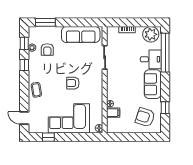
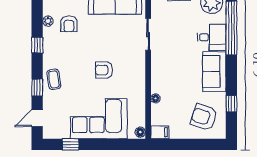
window: (24, 43) -> (37, 88), moved
filing cabinet: (113, 113) -> (160, 132), moved
door: (24, 118) -> (37, 118), hinge flipped

